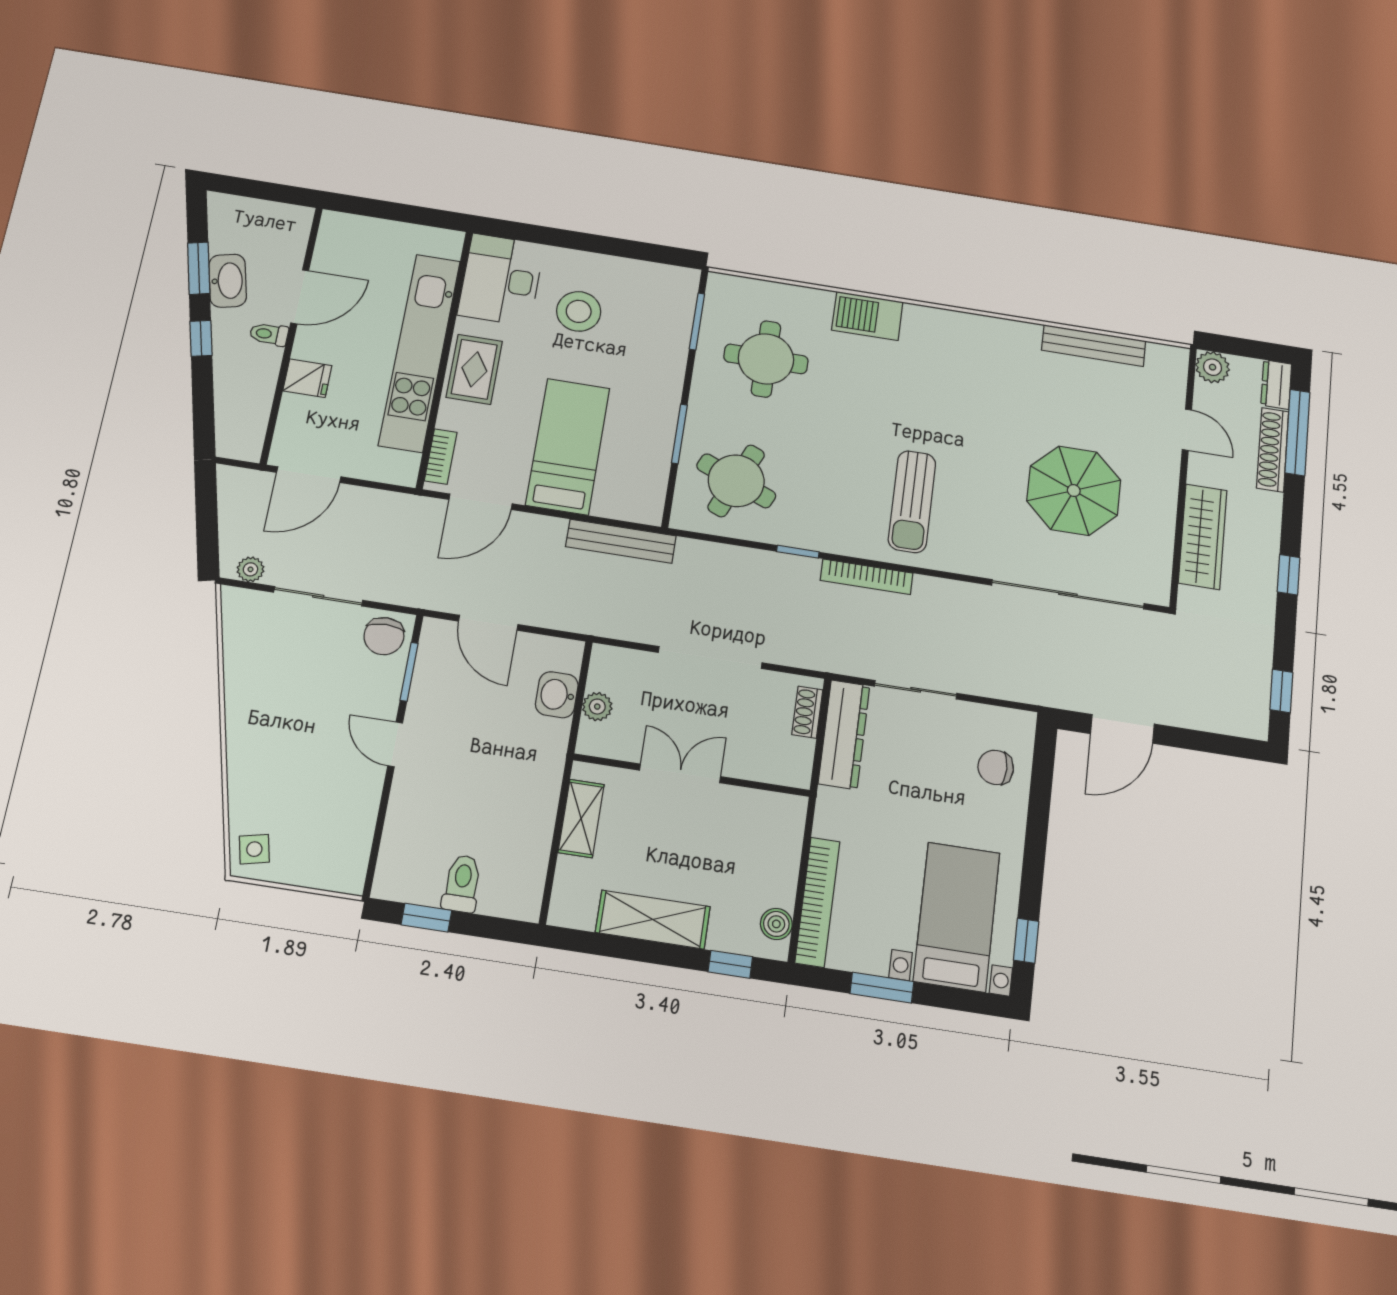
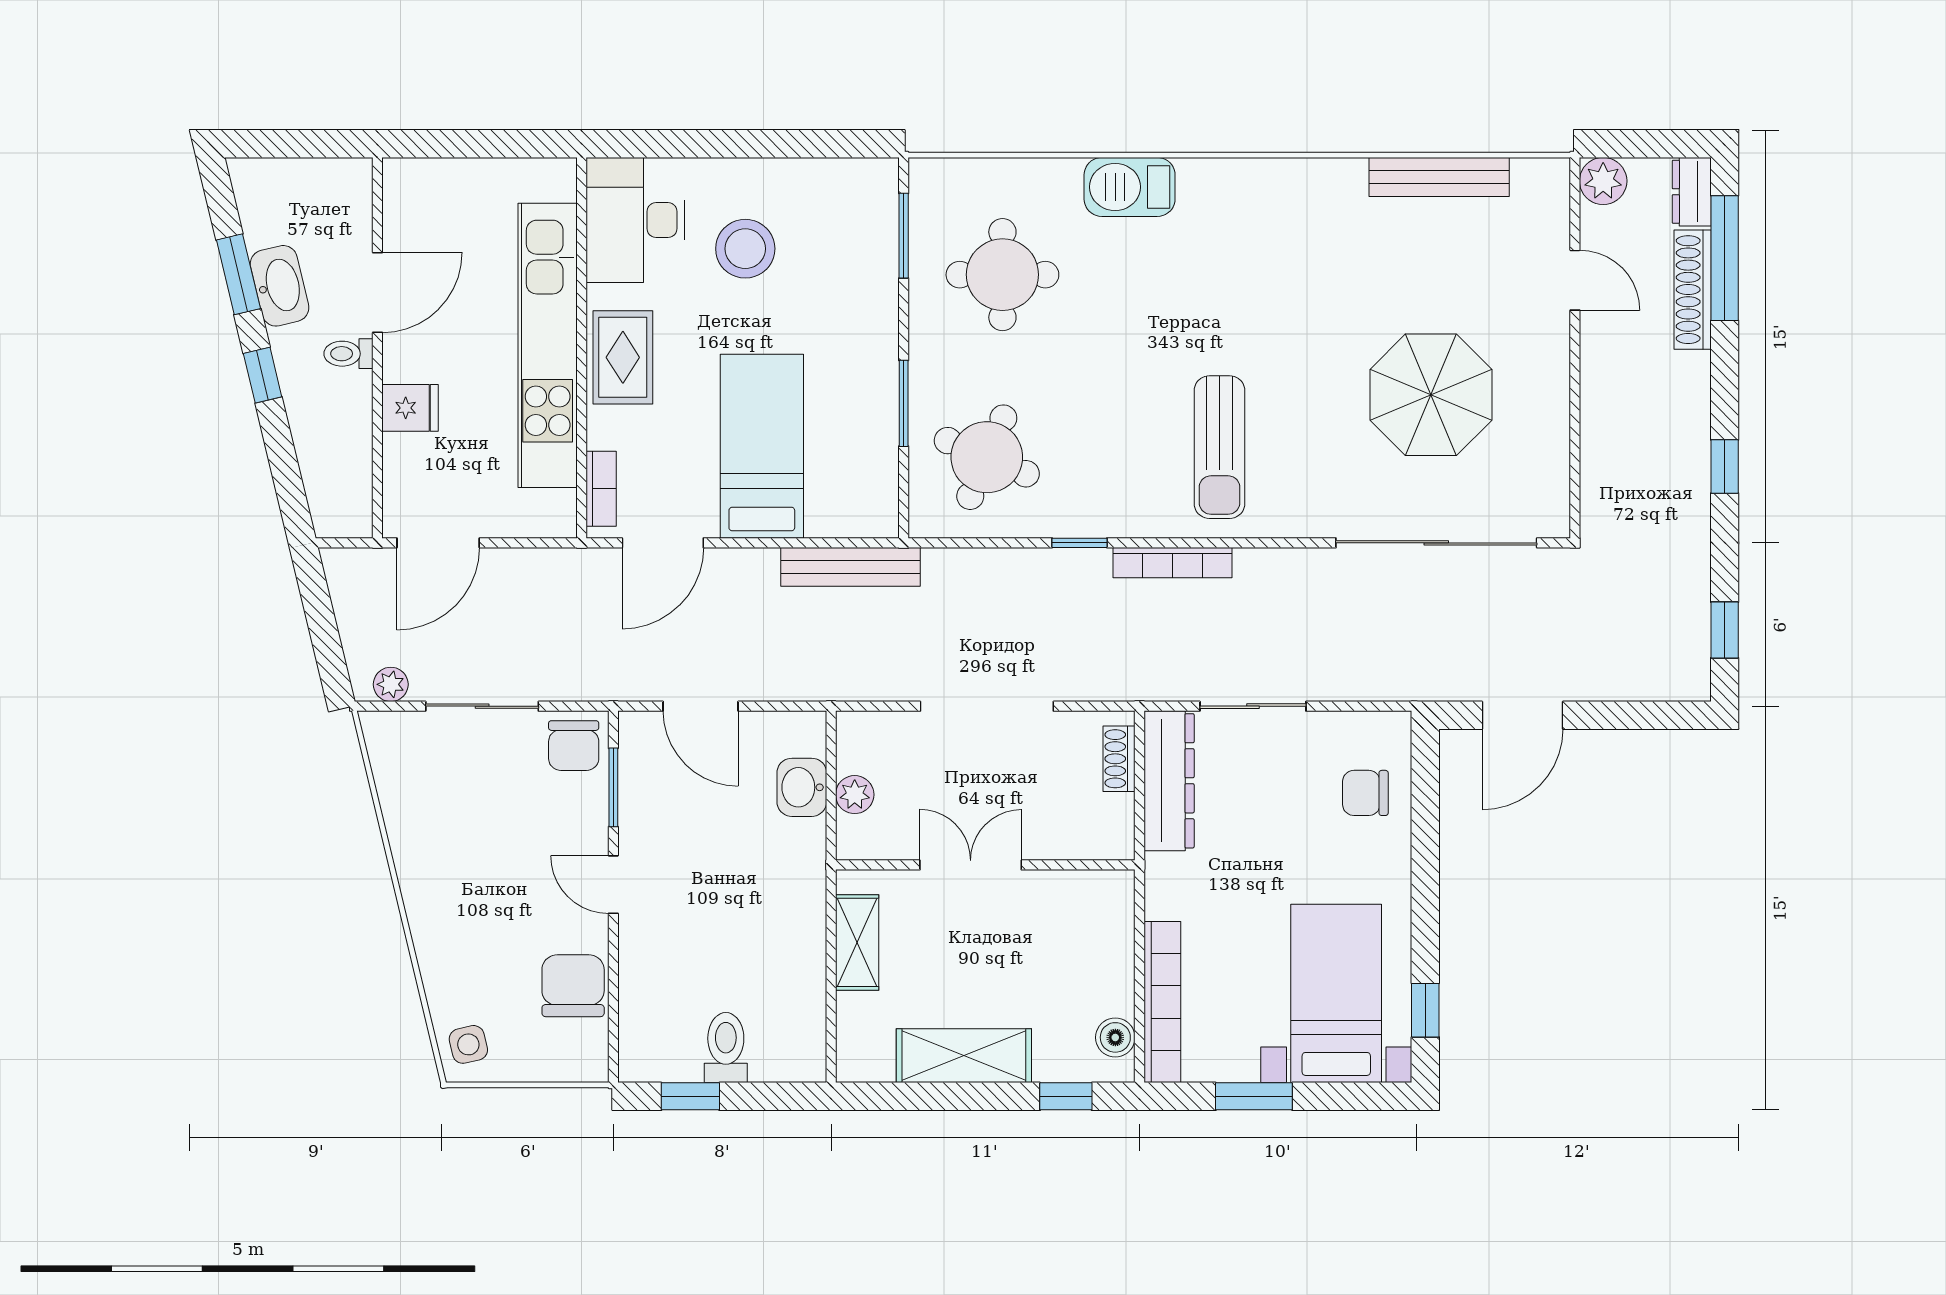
wardrobe: (1203, 537) -> (1607, 431), removed
chair: (348, 817) -> (573, 986), added

